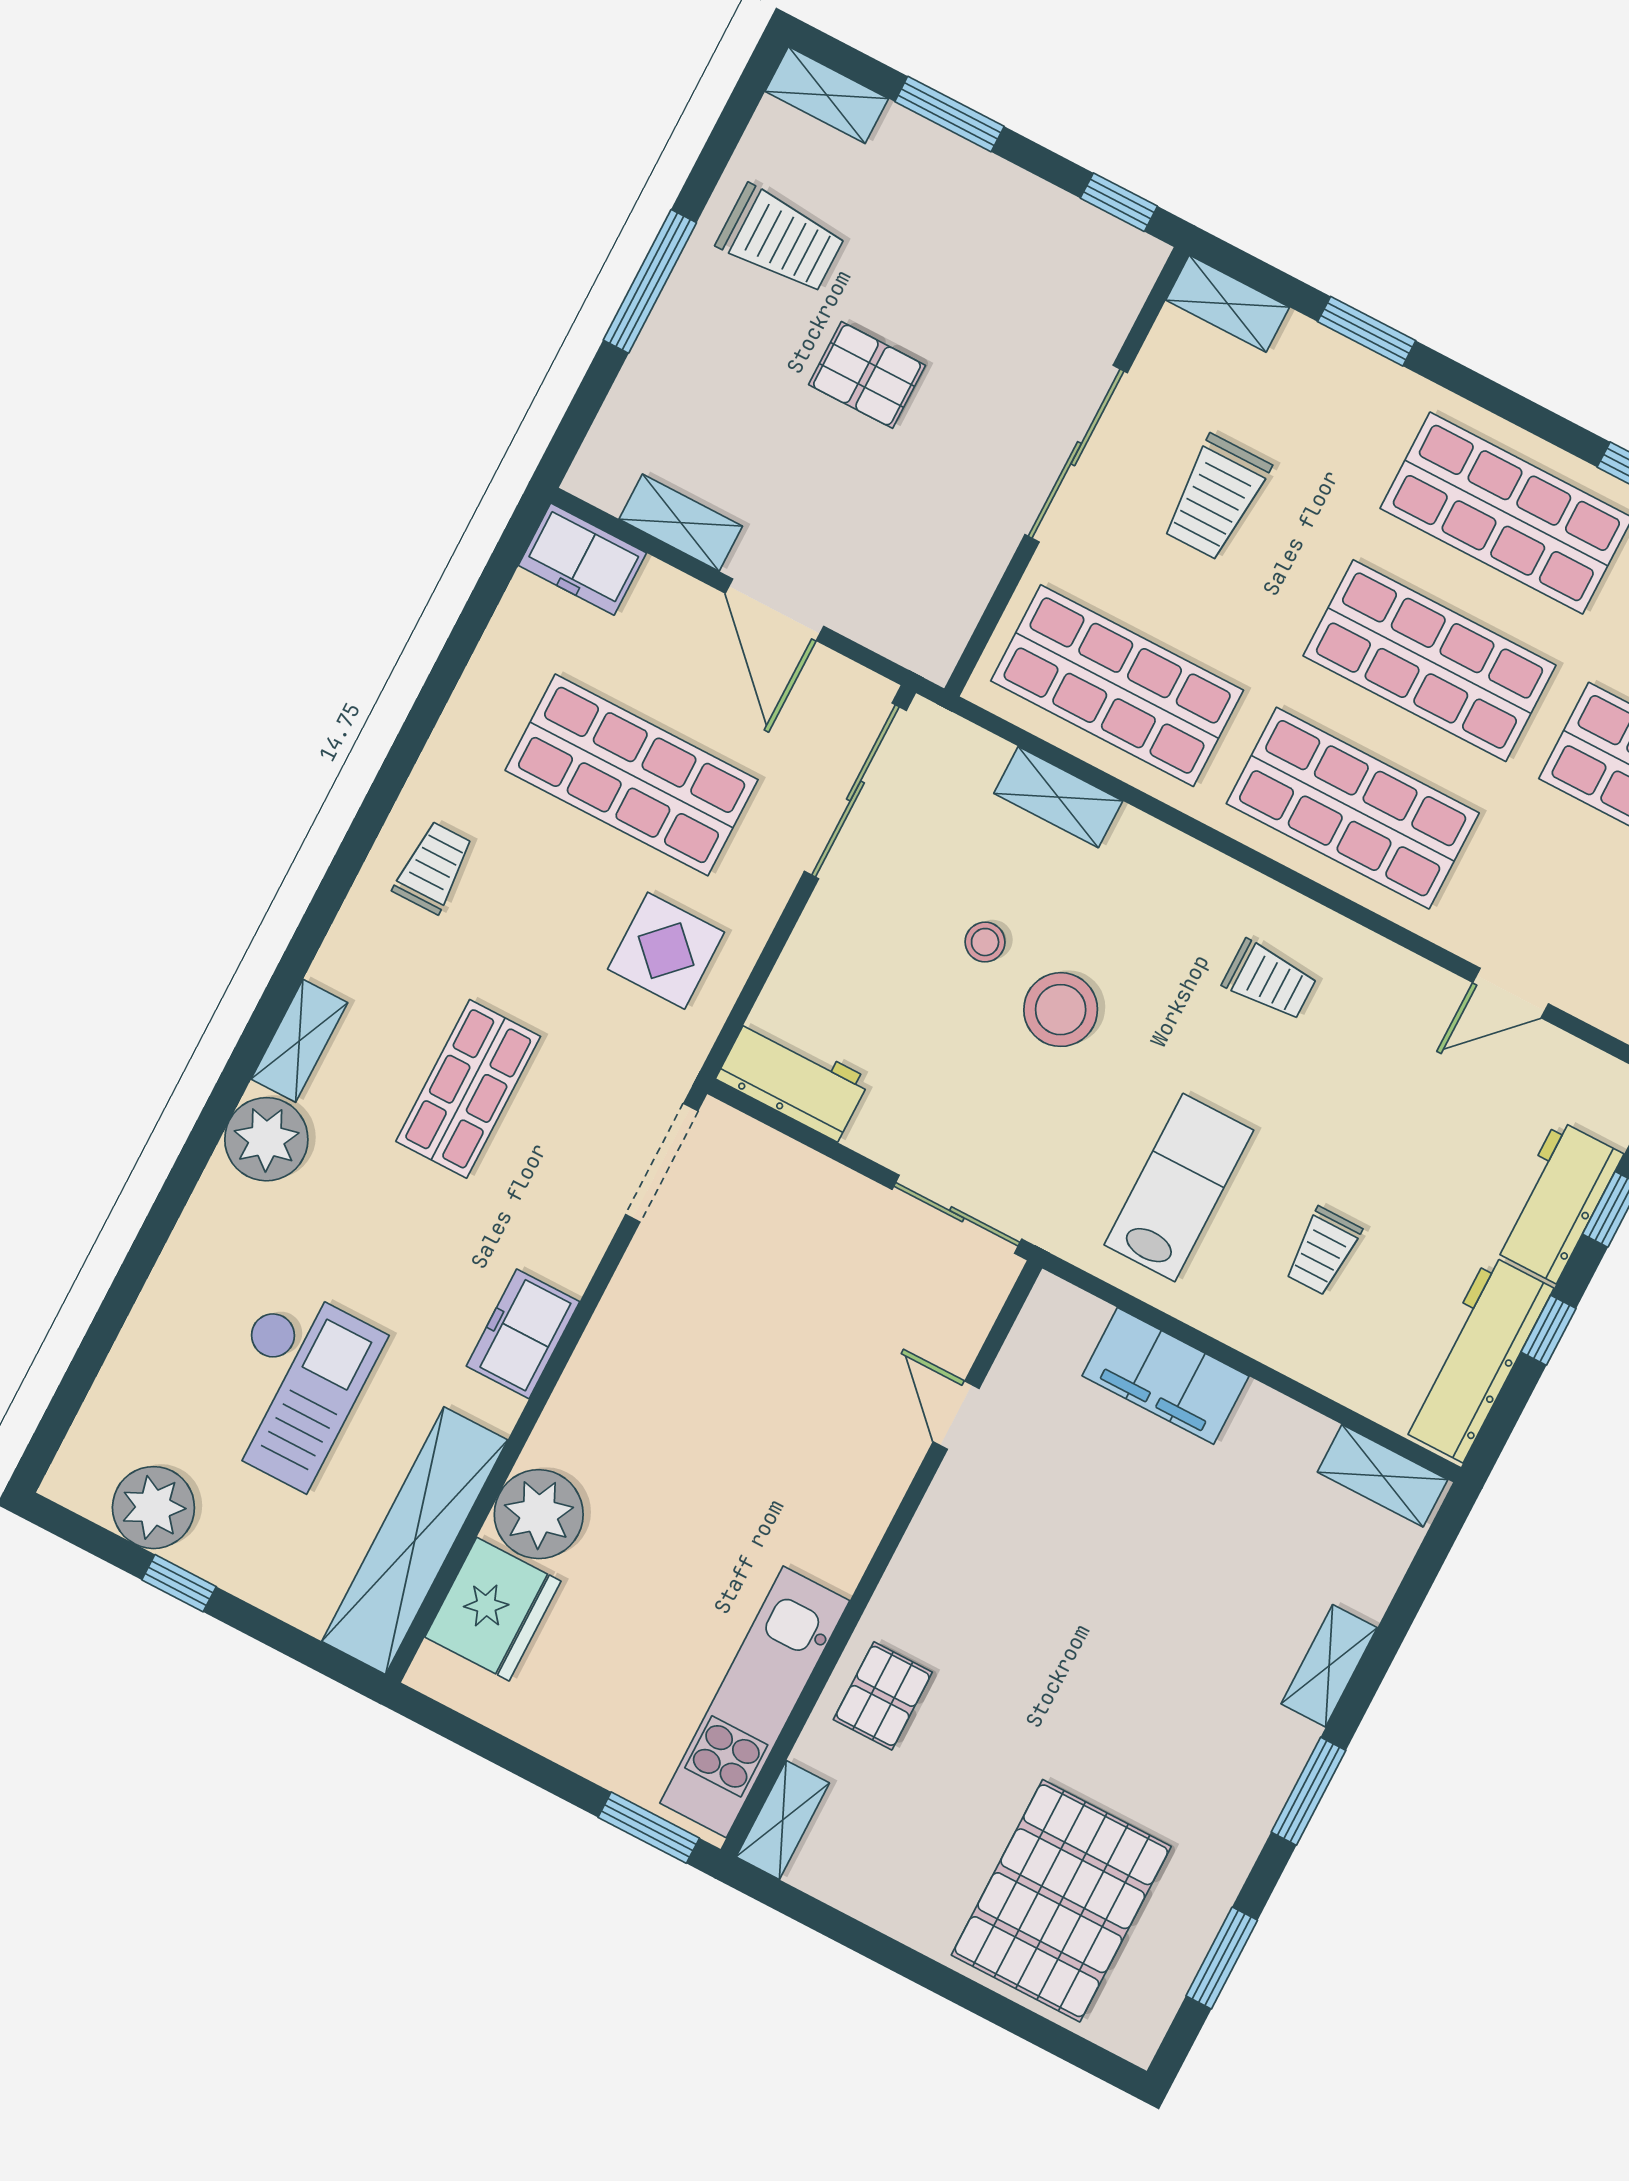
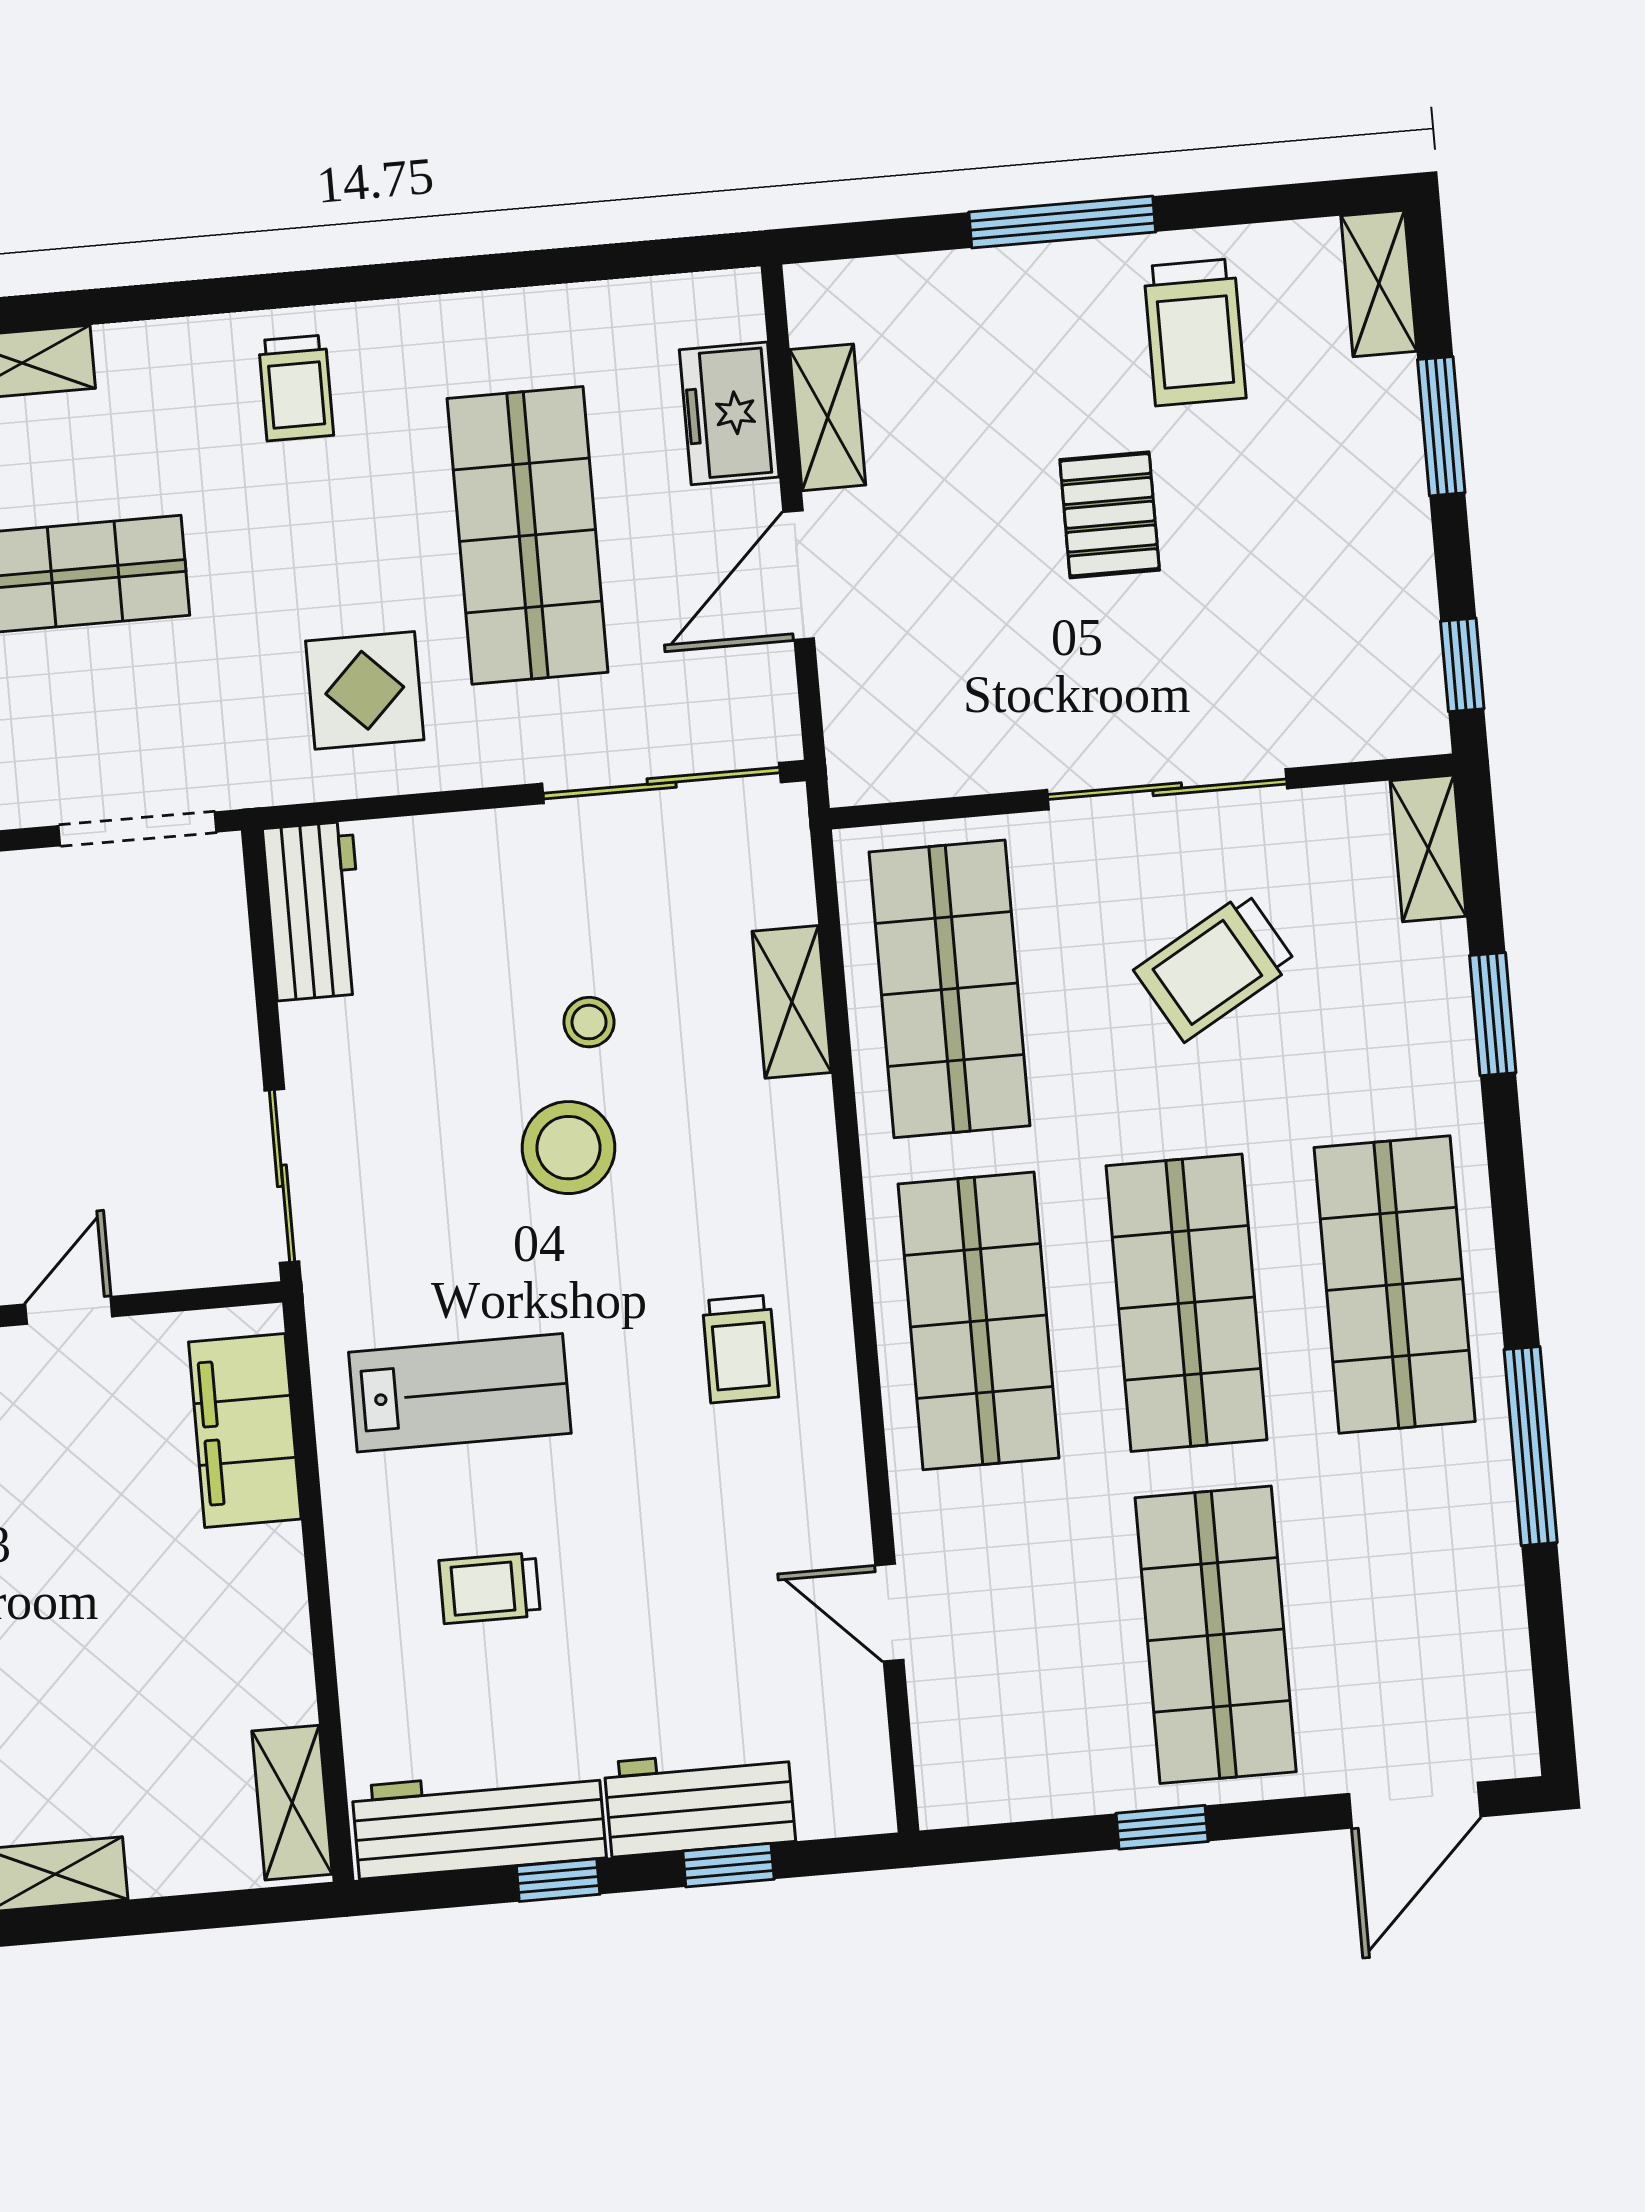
trolley: (1216, 497) -> (1215, 967), turned -30
freezer: (582, 559) -> (729, 413), moved
trolley: (433, 867) -> (296, 388), turned 90
filing cabinet: (1166, 1376) -> (245, 1431), moved

